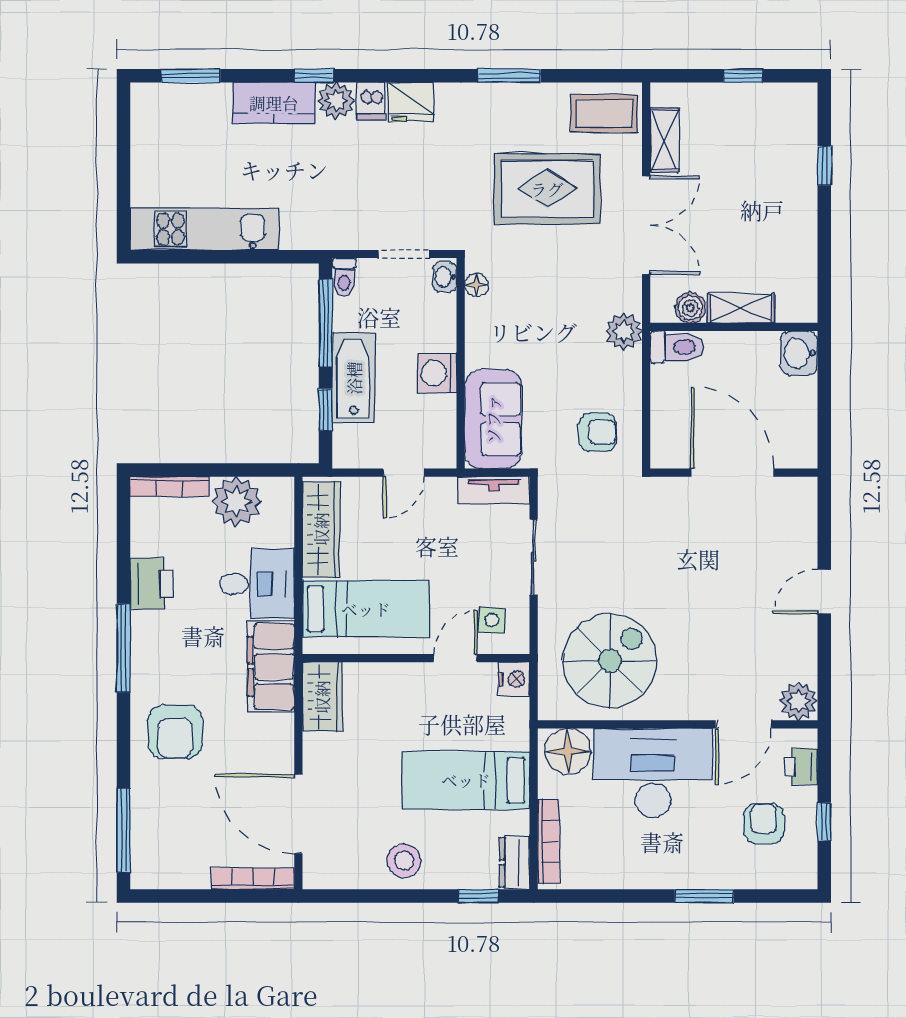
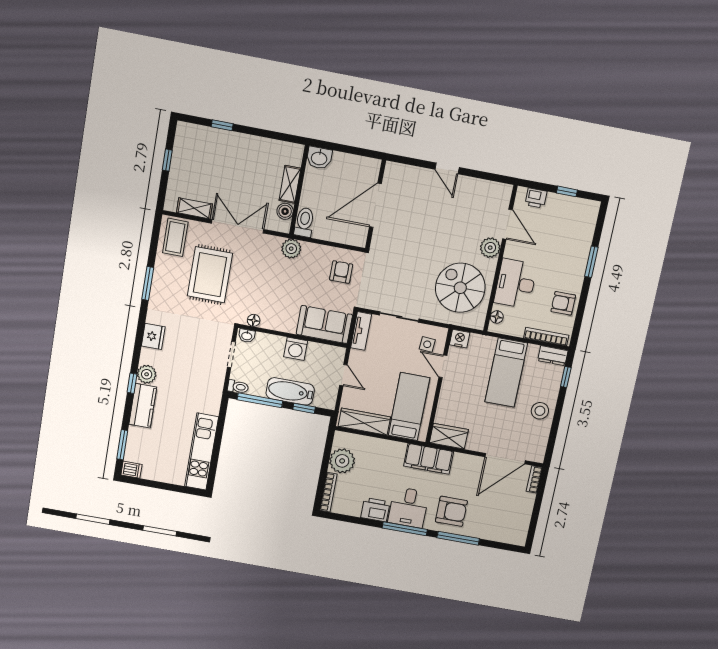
dishwasher: (371, 101) -> (131, 470), moved
desk: (257, 584) -> (408, 507), moved, turned 180
plant: (799, 701) -> (490, 248), moved
floor lamp: (568, 751) -> (497, 317), width x0.53, depth x0.53
desk: (653, 773) -> (515, 284), width x0.73, depth x0.77
armchair: (764, 823) -> (563, 303), moved
window: (124, 830) -> (458, 538), moved
bookcase: (253, 879) -> (534, 479), width x0.64

